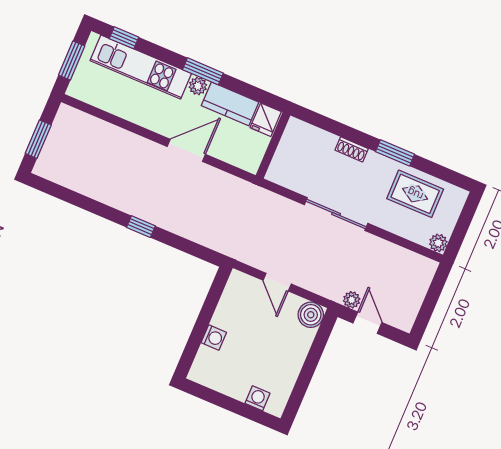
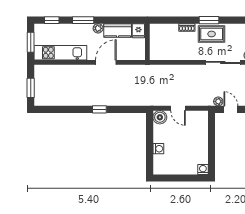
kitchen unit: (141, 67) -> (60, 53), moved, turned 180
window: (203, 71) -> (83, 20), moved
rug: (415, 194) -> (212, 34), moved
sliding door: (336, 214) -> (223, 62), moved
boiler: (311, 315) -> (160, 117), moved
washing machine: (257, 398) -> (203, 169), moved

